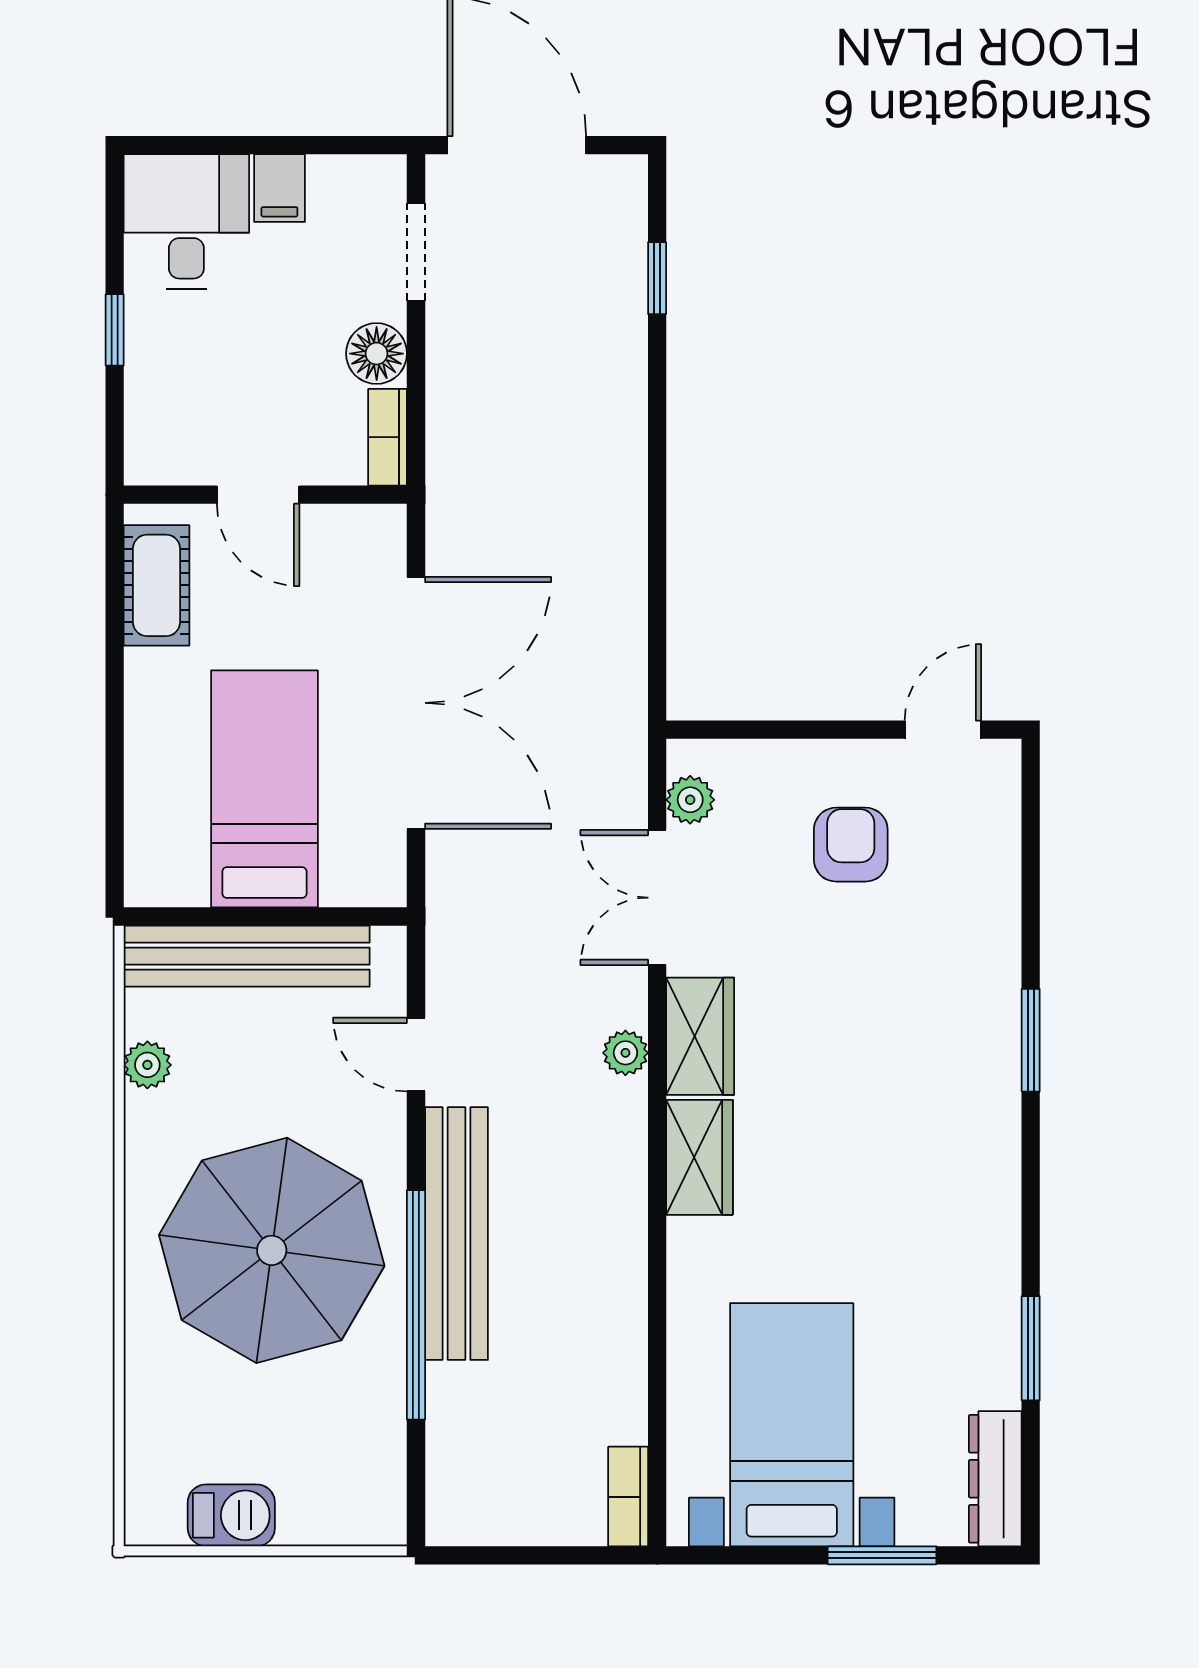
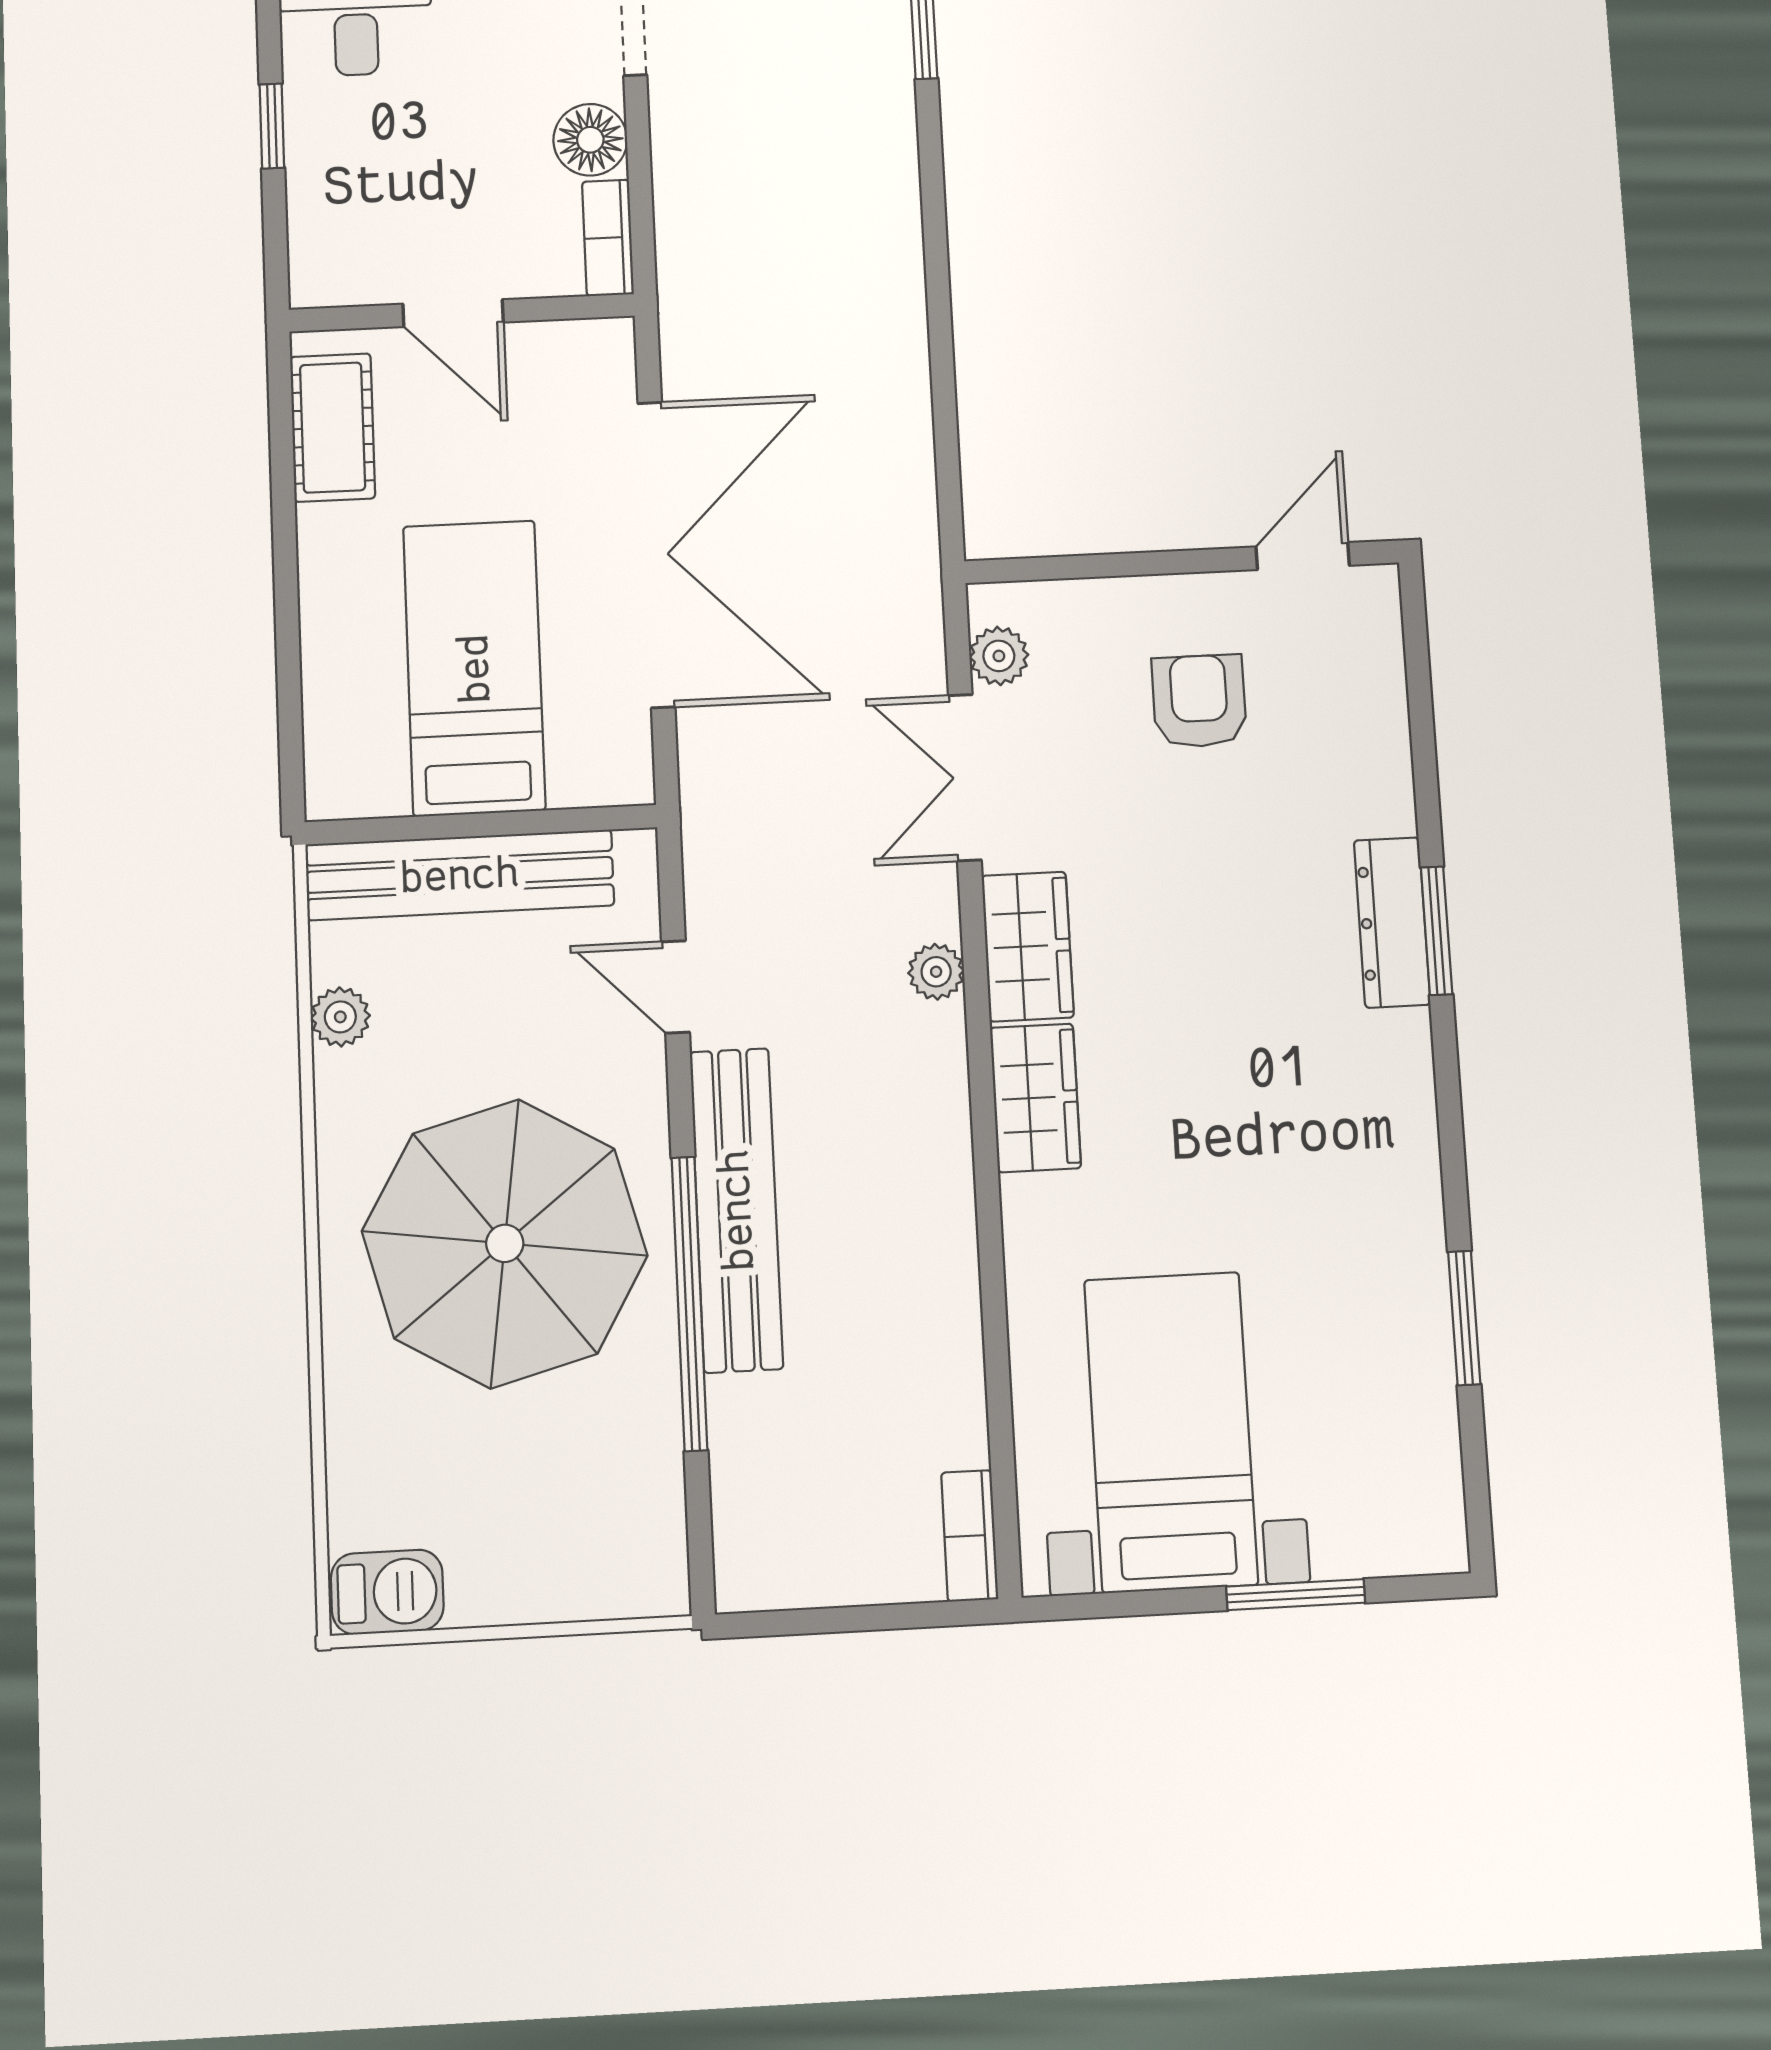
dresser: (995, 1479) -> (1392, 922), moved
barbecue: (231, 1515) -> (387, 1592), moved

